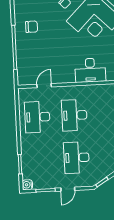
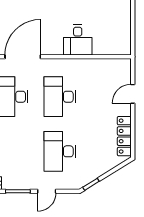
desk: (90, 70) -> (78, 40), width x0.73
door: (44, 86) -> (23, 57), width x1.87

